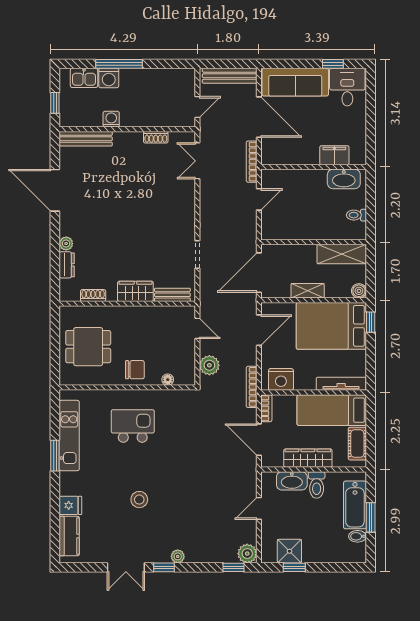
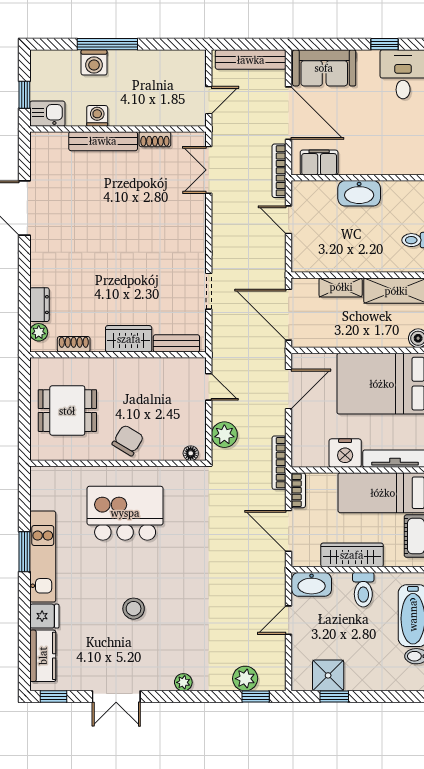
kitchen sink: (84, 78) -> (47, 114), moved, turned 180
sofa: (295, 82) -> (324, 68), width x0.73
bench: (86, 139) -> (103, 141), moved
filing cabinet: (334, 155) -> (319, 163), moved
washbasin: (344, 179) -> (359, 193), moved
door: (259, 199) -> (289, 220), swing flipped
plant: (66, 244) -> (39, 332), moved
door: (259, 273) -> (289, 315), hinge flipped
shelving: (308, 291) -> (341, 287), moved
chair: (135, 370) -> (128, 440), turned -59
nightstand: (281, 379) -> (345, 453), moved
floor lamp: (168, 380) -> (191, 453), moved
kitchen island: (133, 426) -> (125, 513), width x1.37, depth x1.28
kitchen unit: (69, 435) -> (43, 557), moved
washbasin: (292, 481) -> (312, 584), moved
plant: (247, 554) -> (245, 679), moved
window: (164, 567) -> (54, 697), moved

